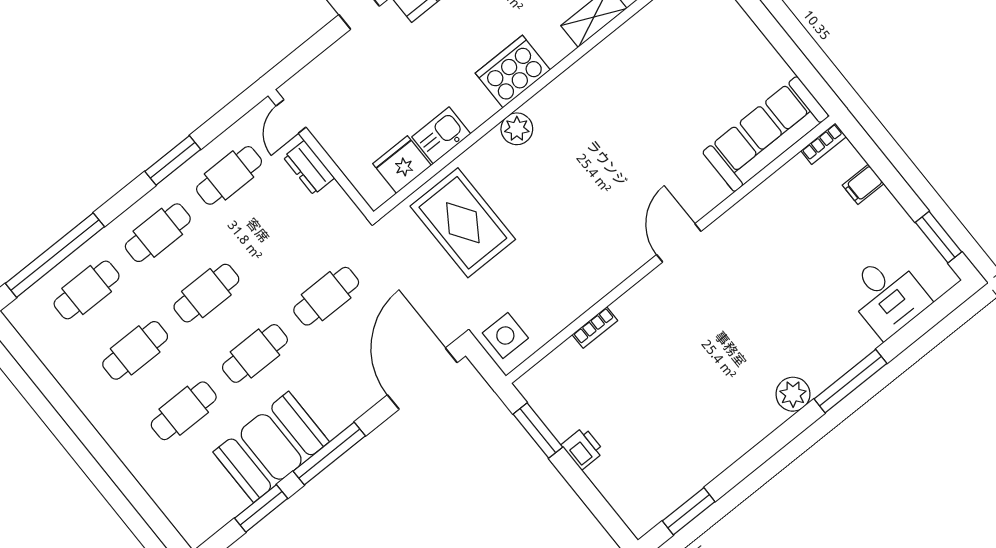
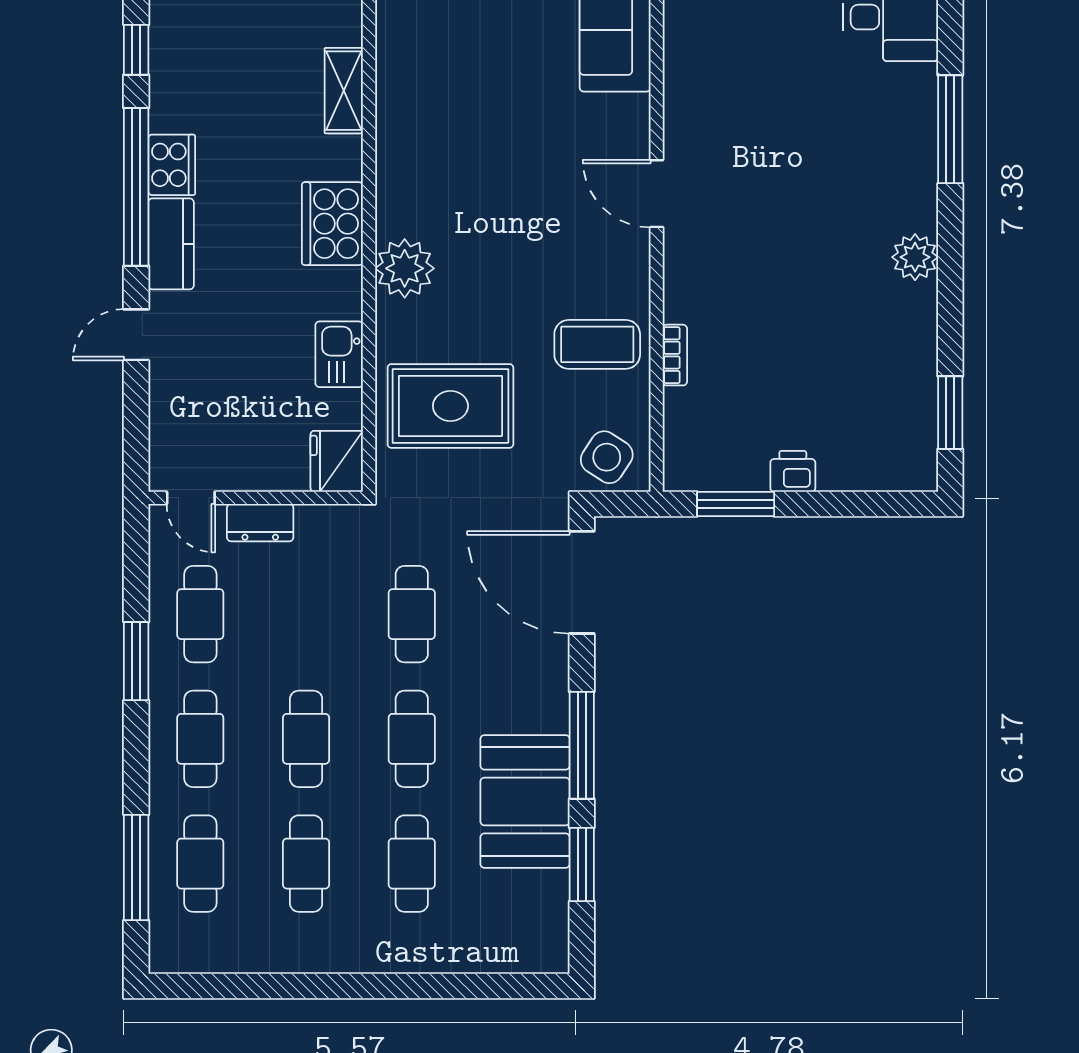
plant: (517, 129) -> (405, 268), width x1.36, depth x1.36
fridge: (402, 165) -> (337, 461), moved
window: (55, 255) -> (136, 867), width x0.68
coffee table: (565, 278) -> (597, 344), added
side table: (505, 335) -> (607, 457), turned 33
plant: (793, 394) -> (915, 257), moved

